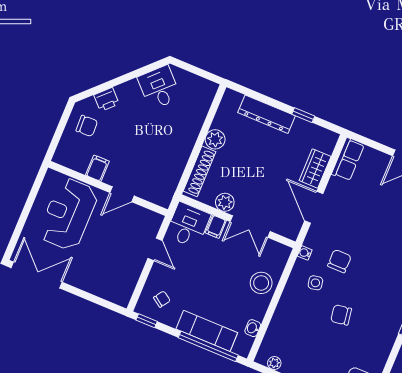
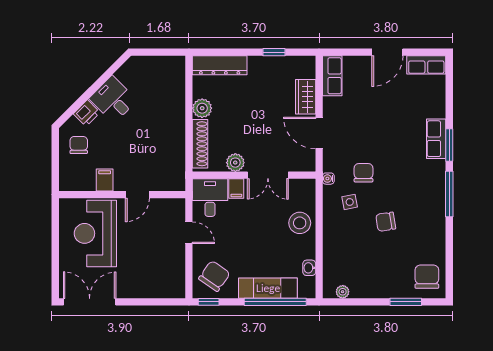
desk: (159, 88) -> (113, 99), moved
dresser: (267, 114) -> (220, 65), moved
chair: (87, 126) -> (79, 145), turned -88
chair: (162, 299) -> (214, 276), width x1.87, depth x1.87

